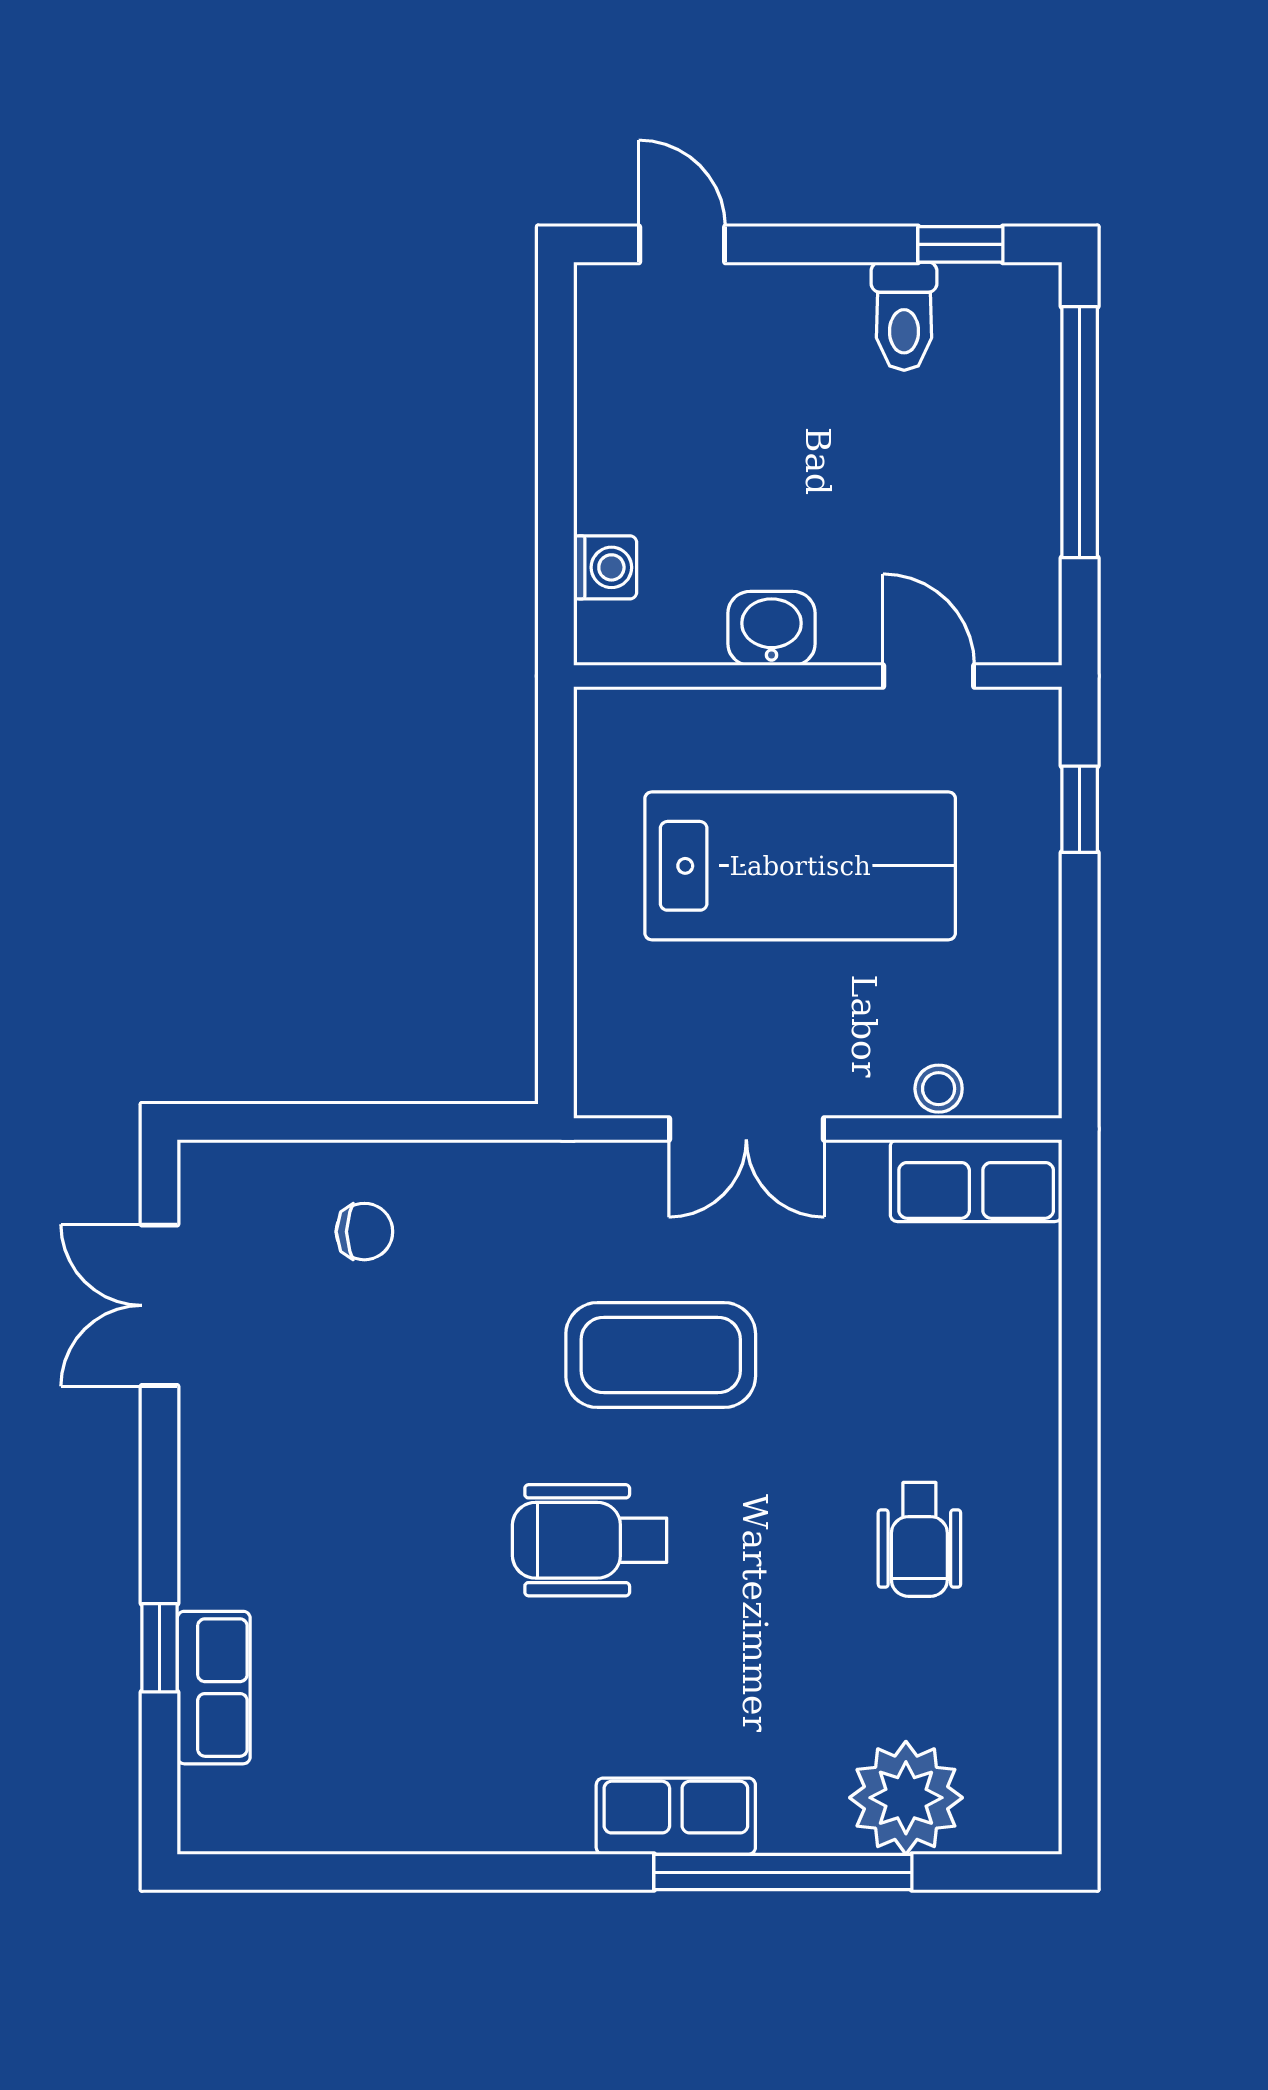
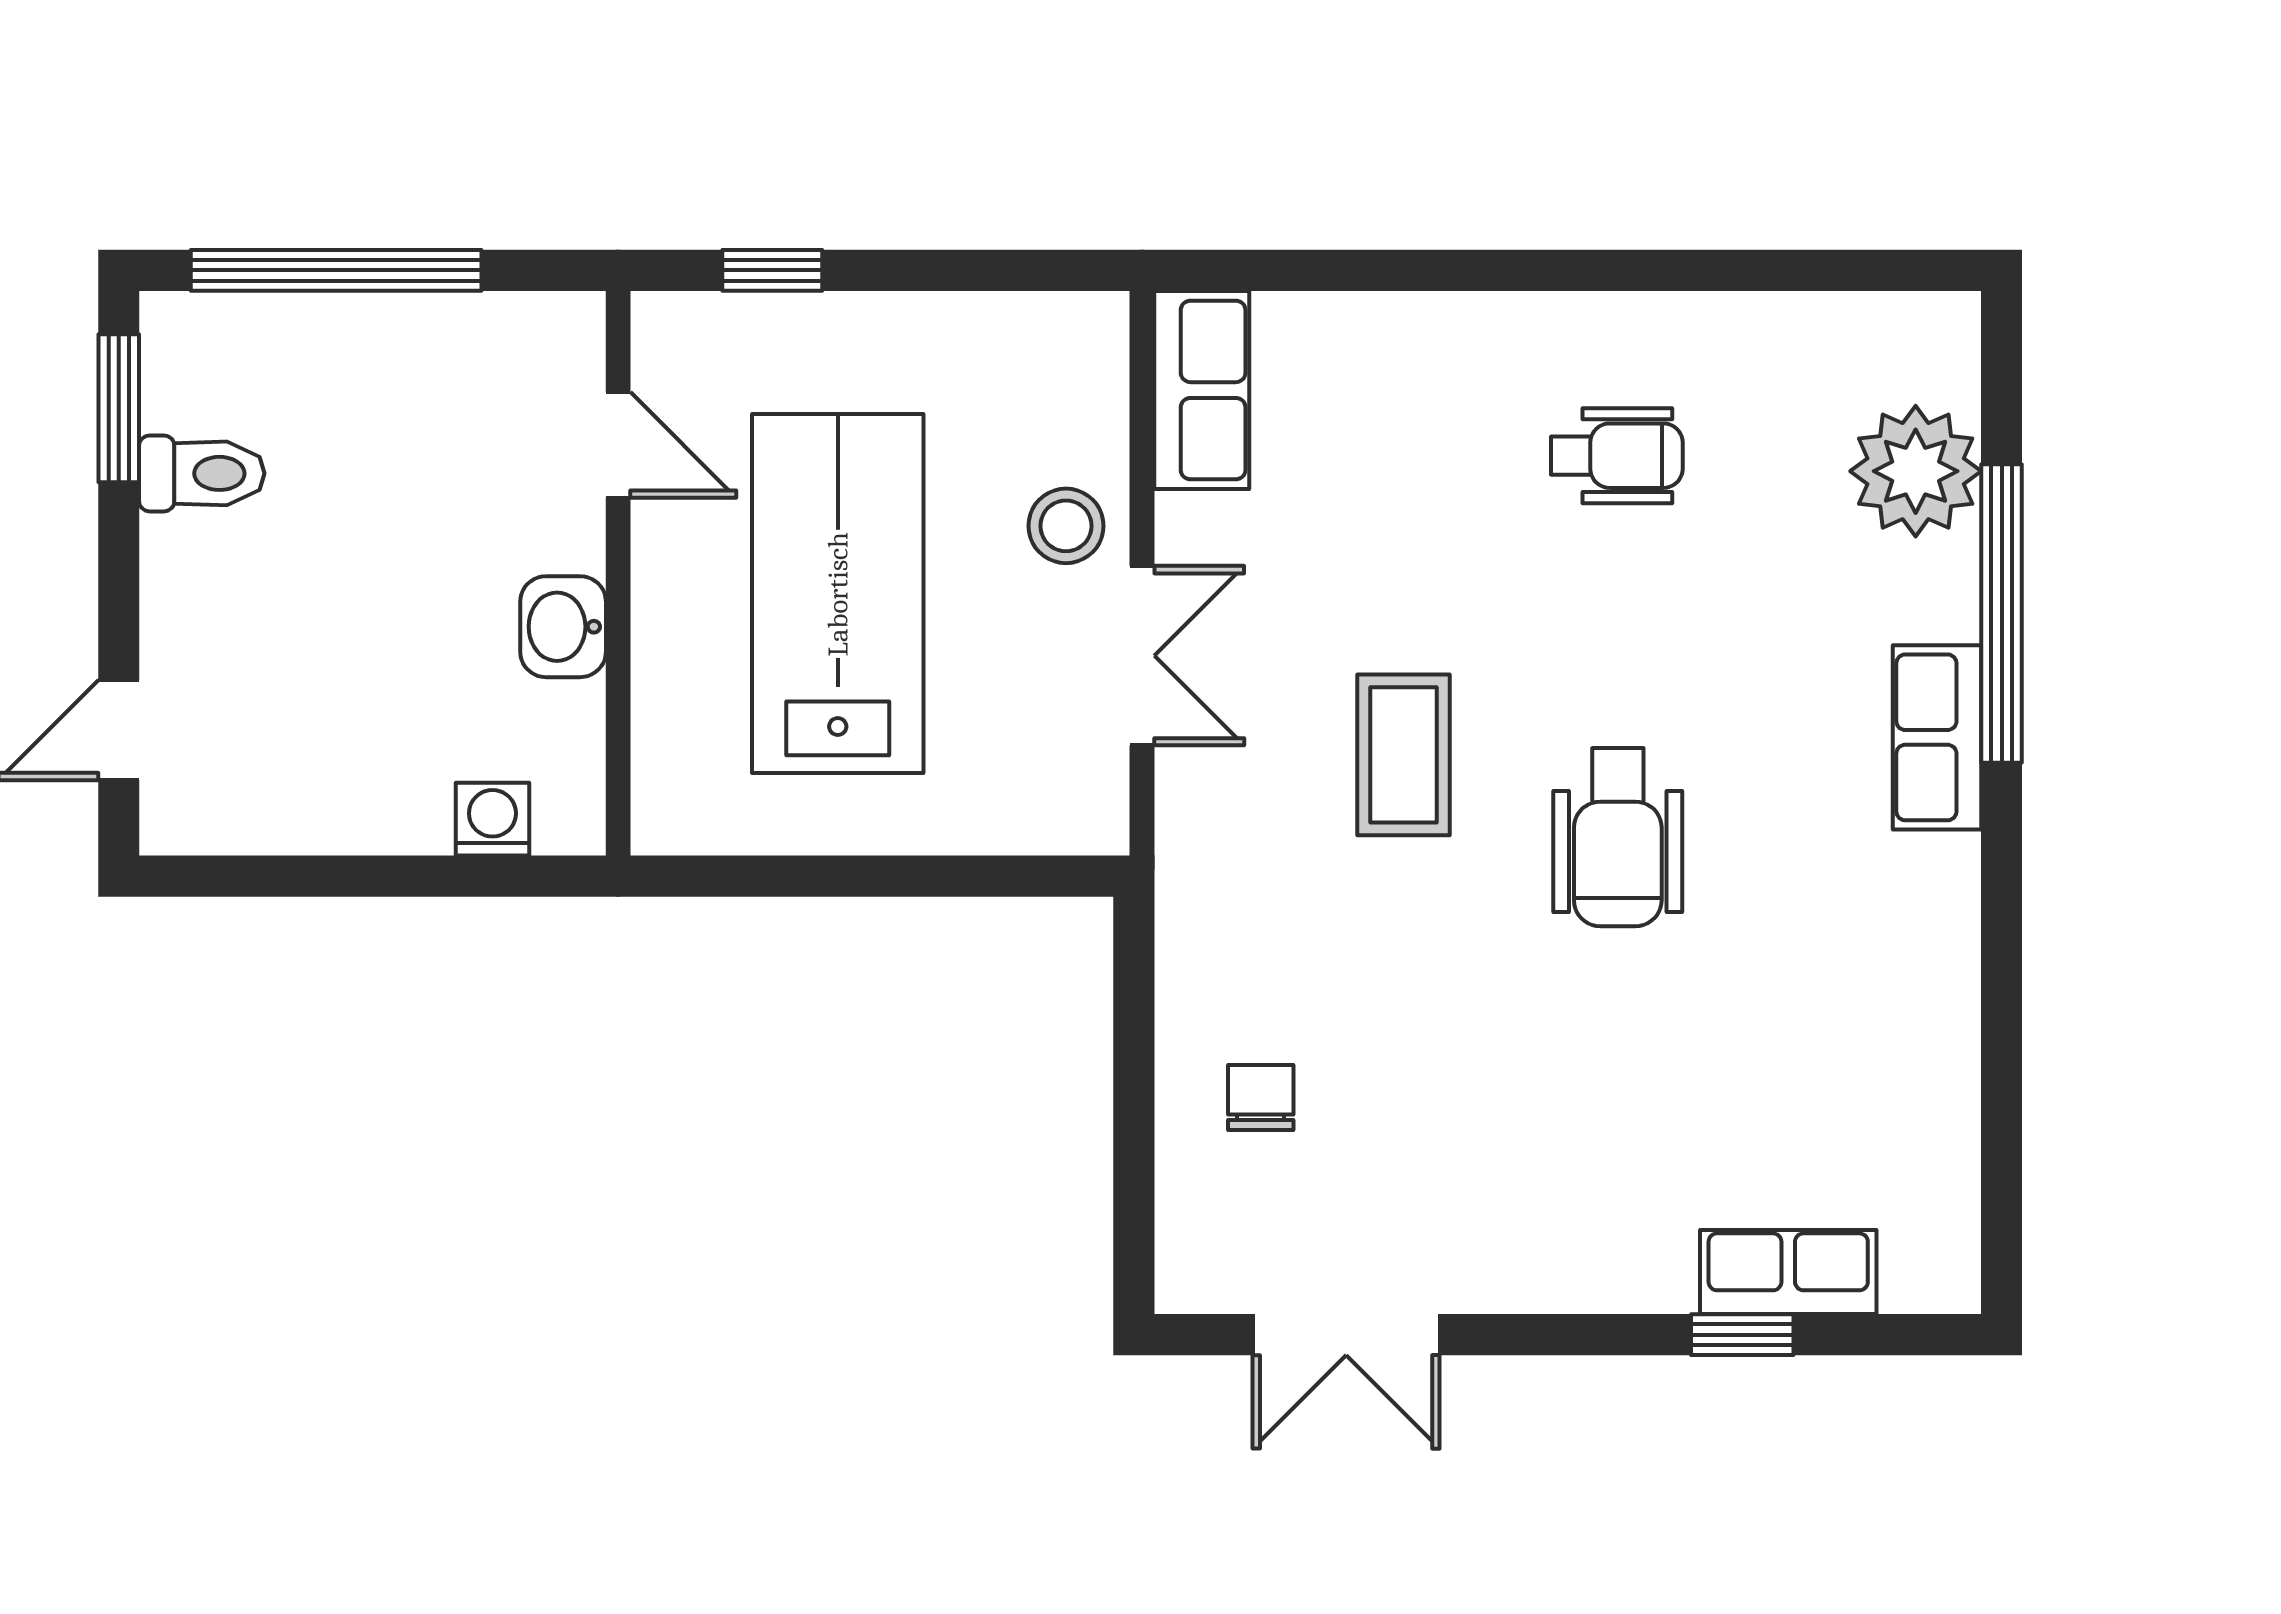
window: (960, 244) -> (119, 408), width x1.50
door: (929, 676) -> (618, 445), swing flipped
stool: (939, 1089) -> (1066, 526), moved, width x1.37, depth x1.37
coffee table: (661, 1355) -> (1403, 755), width x0.73, depth x0.76

